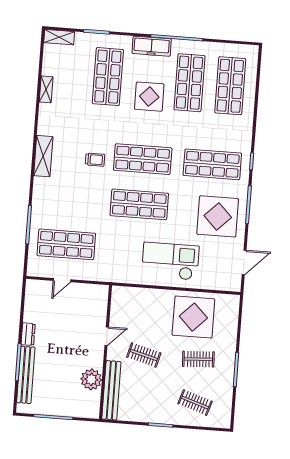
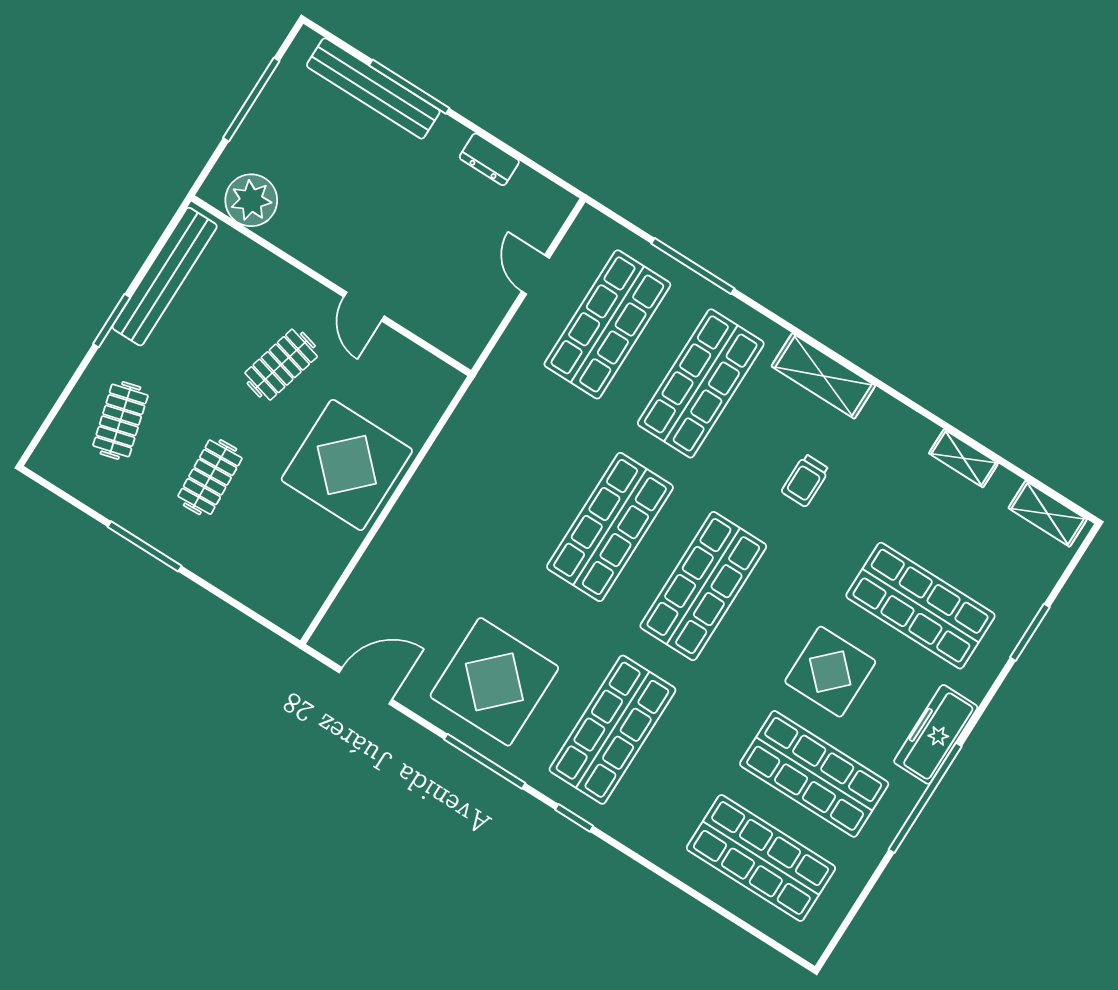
shelving: (59, 37) -> (1048, 514), moved, turned 90
trolley: (95, 160) -> (805, 480), moved
shop shelf: (70, 199) -> (701, 383), added
checkout: (170, 261) -> (452, 529), removed
door: (244, 262) -> (366, 686), swing flipped
display table: (193, 317) -> (347, 465), moved
dresser: (28, 334) -> (489, 159), moved
plant: (91, 379) -> (251, 200), moved
bench: (111, 390) -> (165, 277), moved, turned 90
clothes rail: (195, 403) -> (120, 420), turned -33

